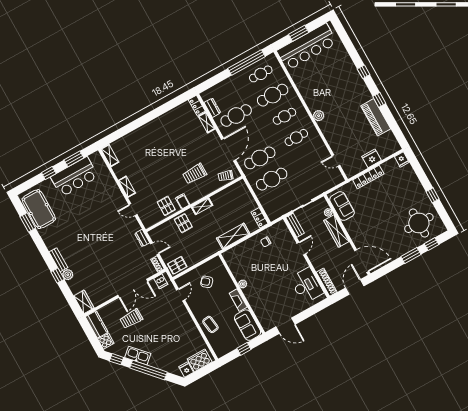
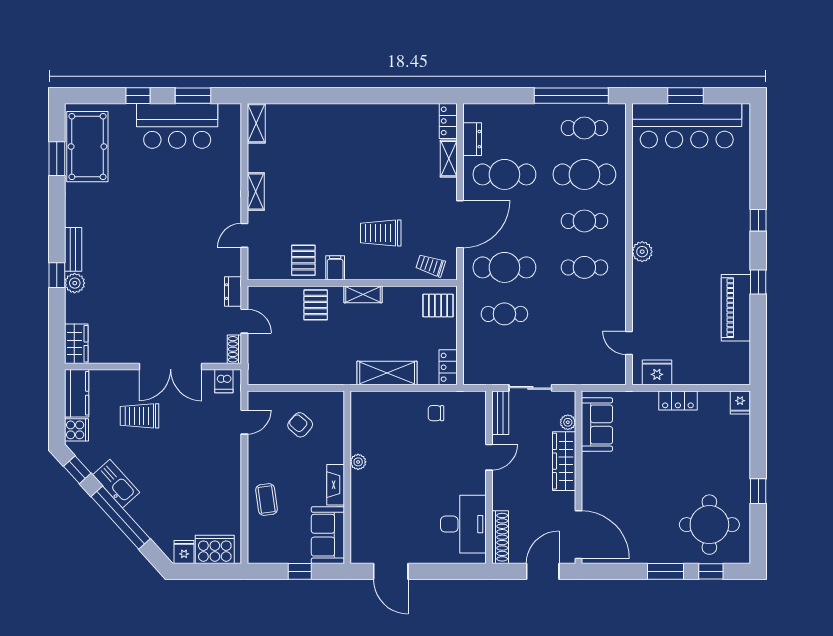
fridge: (372, 158) -> (657, 372), moved
locker: (368, 177) -> (678, 400), width x0.66
cafe table: (272, 179) -> (504, 314), width x0.73, depth x0.74
door: (133, 210) -> (244, 235), hinge flipped
pallet: (177, 265) -> (438, 306), moved

